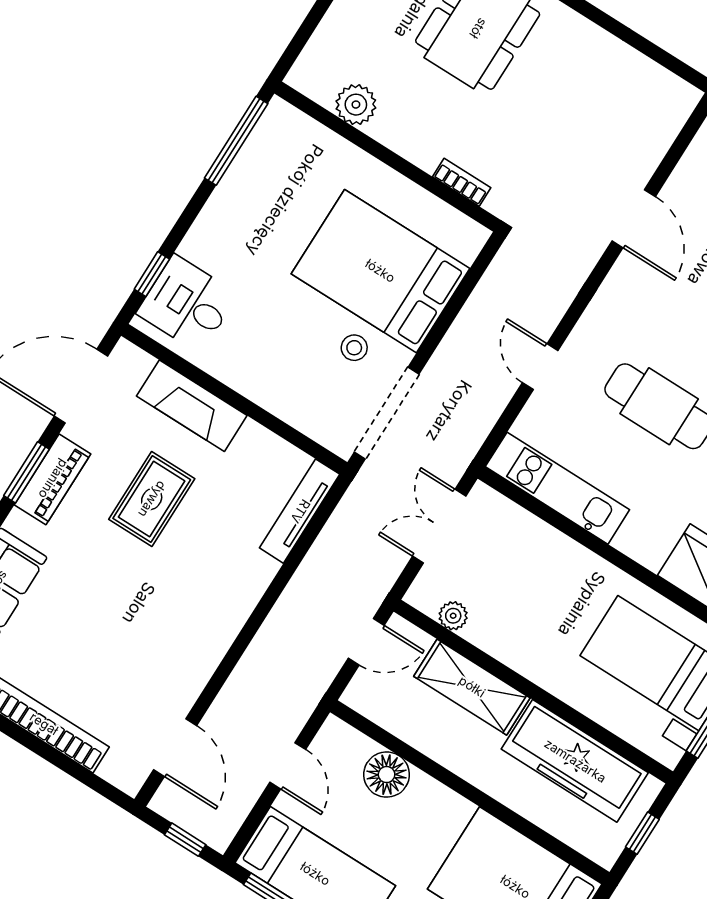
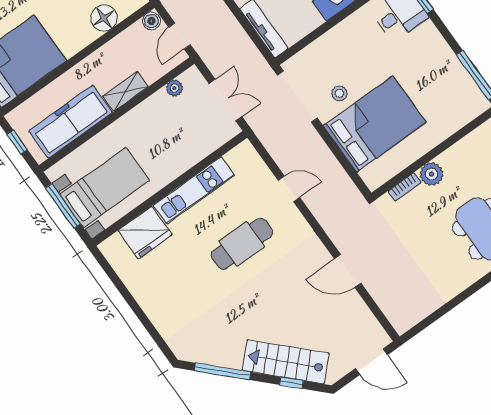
plant: (356, 105) -> (431, 174), moved
kitchen unit: (557, 488) -> (194, 190), moved
shelving: (472, 687) -> (126, 91), width x0.67, depth x0.75
boiler: (360, 697) -> (151, 21), added

